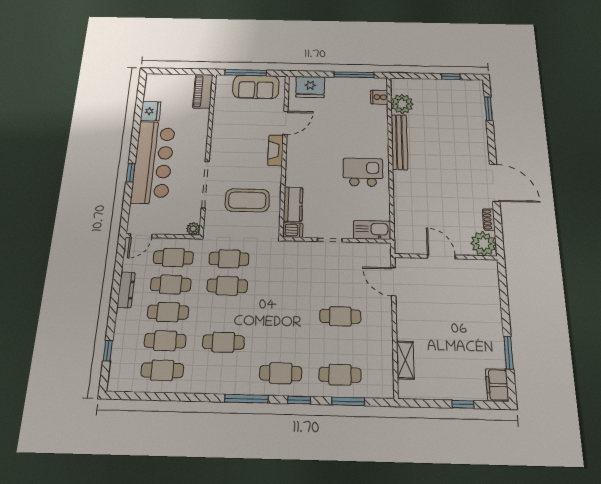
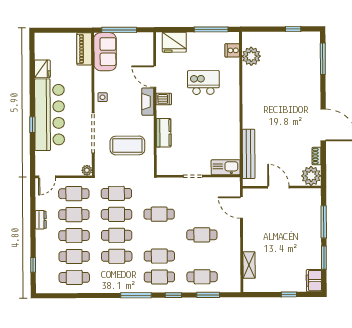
sofa: (256, 87) -> (105, 52), moved, turned -90
window: (489, 109) -> (323, 59), width x1.44
door: (285, 123) -> (155, 77), swing flipped
bench: (399, 142) -> (249, 154), moved
side table: (220, 144) -> (103, 97), added
kitchen island: (363, 172) -> (203, 83), moved
kitchen counter: (293, 204) -> (164, 133), moved
dishwasher: (293, 230) -> (164, 99), moved
cafe table: (284, 287) -> (159, 214), added
dresser: (126, 290) -> (41, 220), width x0.70
window: (504, 304) -> (324, 222), added
cafe table: (225, 314) -> (117, 235), added
cafe table: (282, 344) -> (159, 256), added

